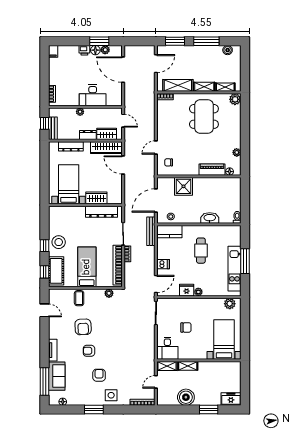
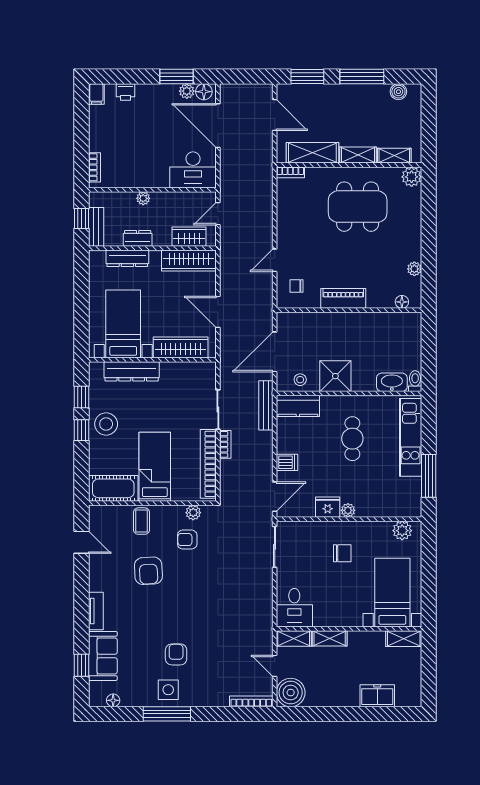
printer: (84, 50) -> (125, 92), moved
floor lamp: (95, 50) -> (204, 92), moved
door: (156, 64) -> (275, 115), hinge flipped
desk: (93, 95) -> (193, 170), moved
dining table: (204, 116) -> (358, 207), turned 90
door: (123, 121) -> (218, 214), swing flipped
dresser: (88, 135) -> (138, 238), moved
door: (123, 165) -> (218, 312), moved
piano: (212, 170) -> (343, 298), moved
shower: (184, 186) -> (335, 376), moved
wardrobe: (96, 198) -> (181, 348), width x1.50
dresser: (101, 212) -> (132, 371), moved
washbasin: (210, 218) -> (392, 382), moved
window: (245, 261) -> (429, 476), moved
kitchen unit: (235, 269) -> (411, 437), moved
cot: (56, 271) -> (113, 488), moved, turned 90
window: (44, 272) -> (82, 397), moved
chair: (186, 327) -> (342, 553), moved
armchair: (89, 351) -> (187, 540), moved
shelving: (231, 366) -> (404, 639), added
window: (44, 381) -> (82, 665), width x0.46
door: (156, 382) -> (275, 666), hinge flipped
side table: (111, 395) -> (168, 690), moved
boiler: (186, 397) -> (291, 693), moved
freezer: (231, 399) -> (377, 696), moved
window: (94, 410) -> (167, 714), width x1.44
window: (209, 410) -> (366, 714), removed

